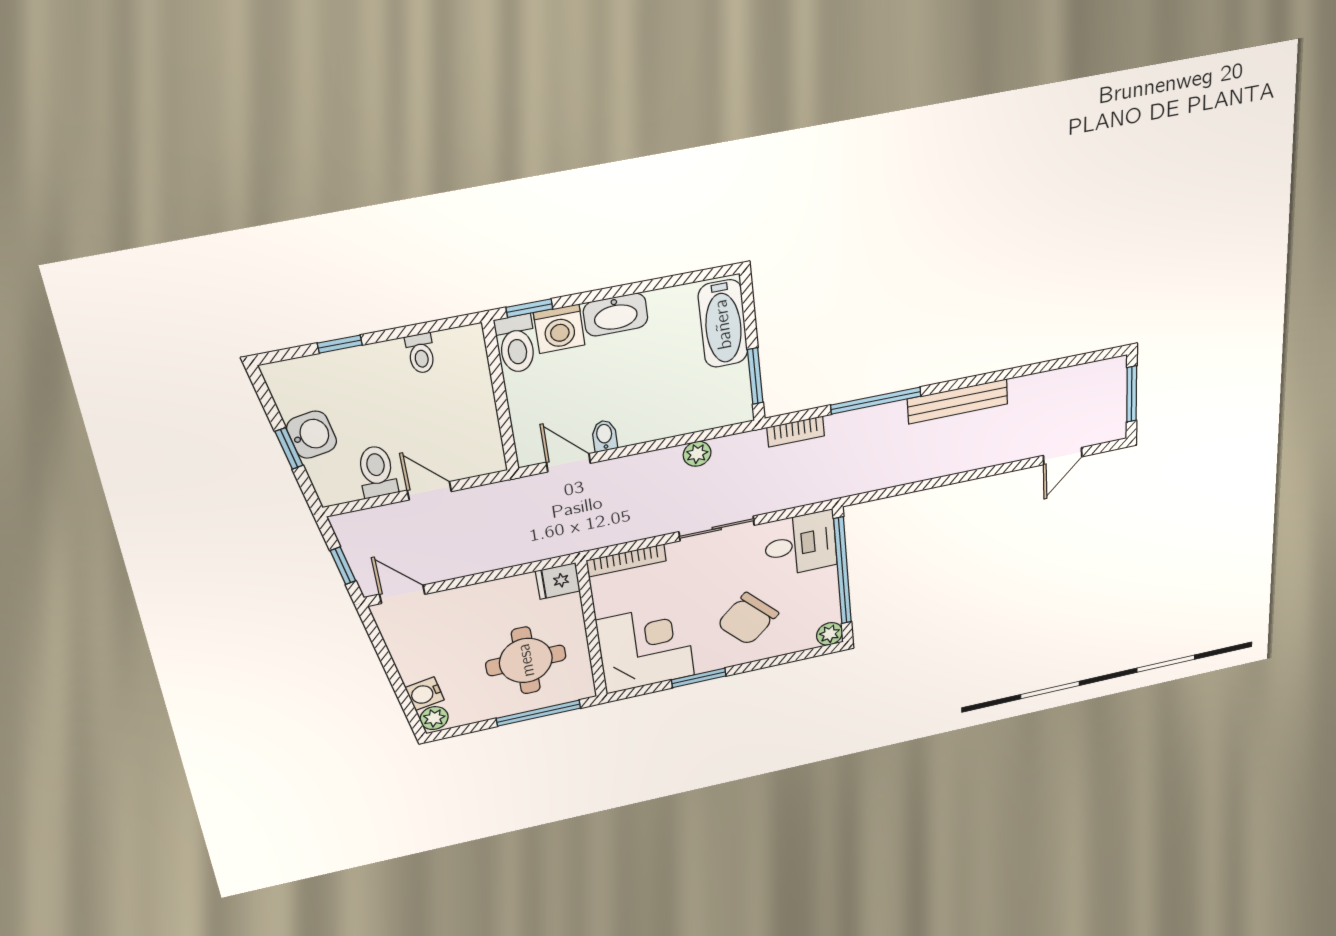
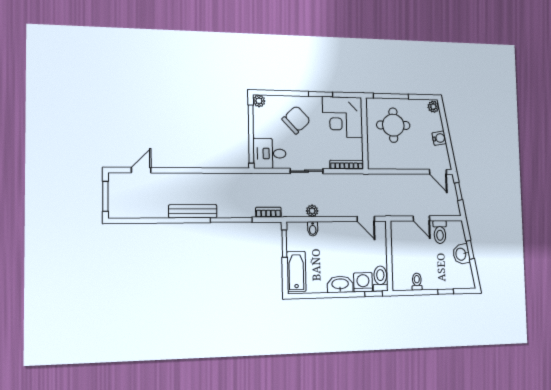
bidet: (604, 436) -> (313, 229), moved
fridge: (558, 581) -> (376, 162), removed
water cooler: (425, 694) -> (439, 138), moved

